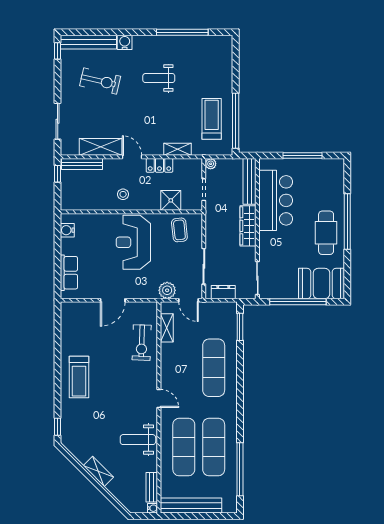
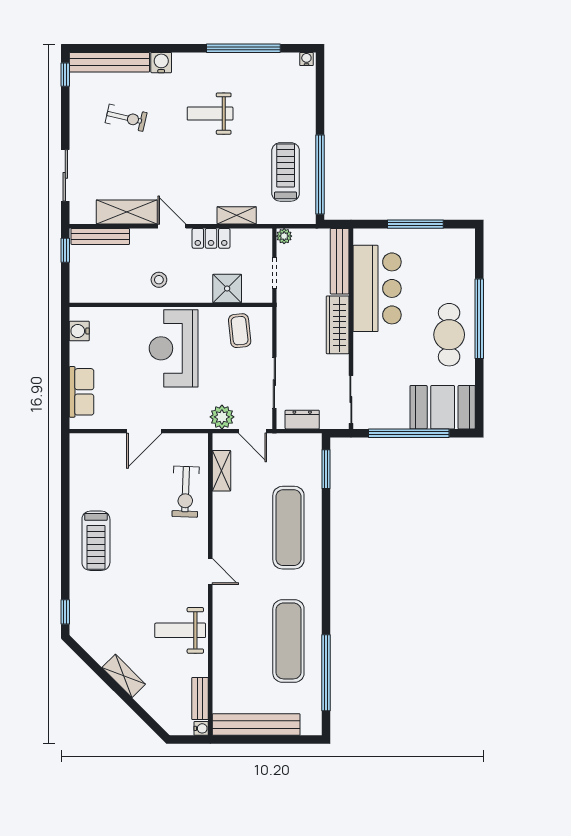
water cooler: (226, 40) -> (306, 59), added
exercise bike: (100, 81) -> (126, 118), width x0.73, depth x0.72
exercise mat: (184, 447) -> (246, 641), removed

